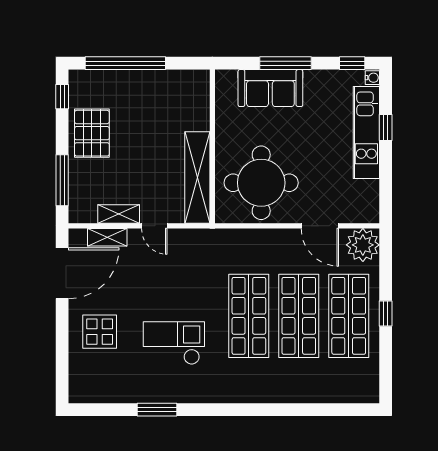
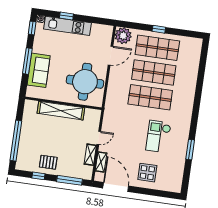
window: (62, 97) -> (38, 176), moved
pallet: (92, 133) -> (48, 162), width x0.67, depth x0.71
shelving: (197, 177) -> (61, 111), moved

